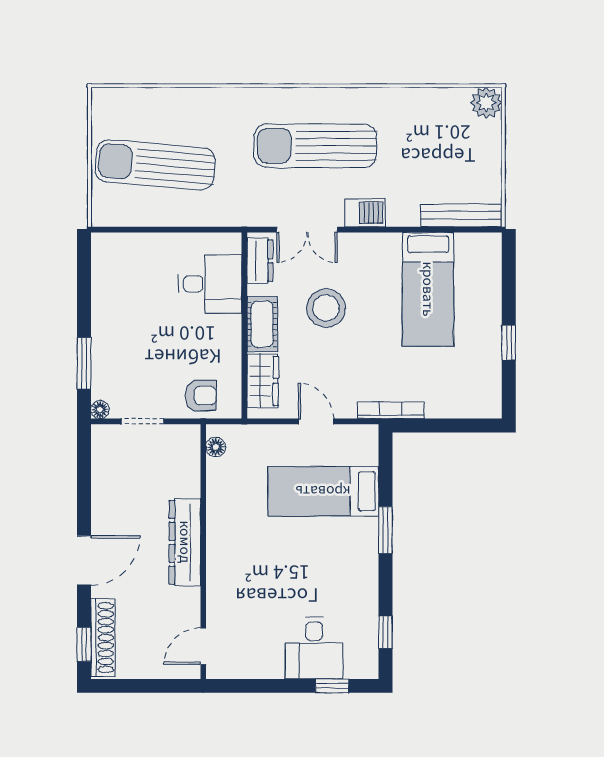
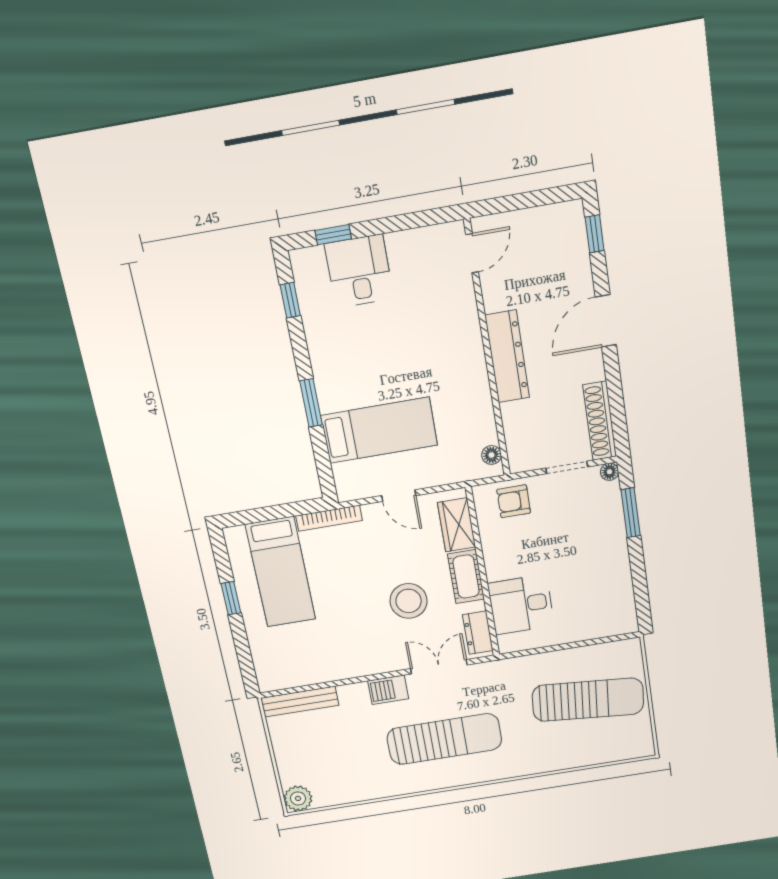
bed: (428, 289) -> (280, 572), moved, turned 180
shoe rack: (103, 638) -> (600, 421), moved

